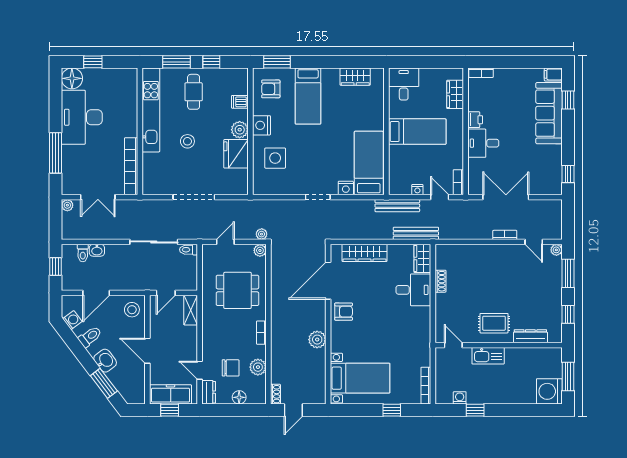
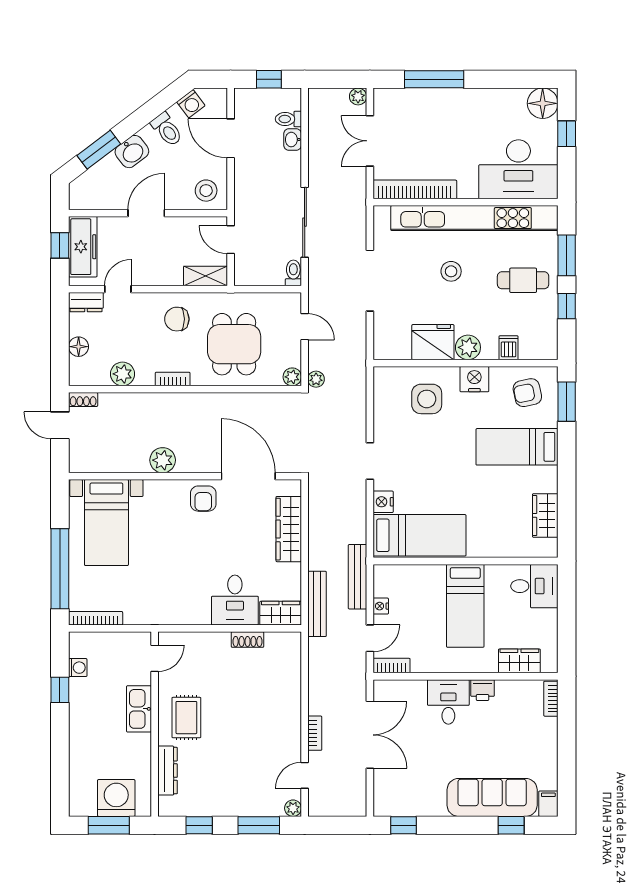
armchair: (271, 89) -> (527, 393), turned -102
kitchen unit: (151, 110) -> (474, 218), width x1.36
desk: (82, 117) -> (518, 169), moved, turned 180
chair: (231, 368) -> (177, 319), moved, turned 90
washing machine: (549, 391) -> (116, 798), moved
window: (392, 410) -> (60, 569), width x3.17

